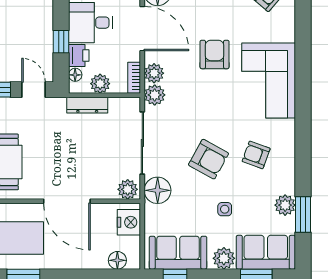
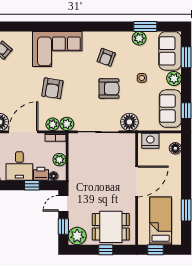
armchair: (215, 54) -> (52, 88), moved, turned -81
dresser: (87, 105) -> (74, 168), removed
armchair: (209, 159) -> (109, 89), turned 61
plant: (128, 189) -> (129, 142), removed

